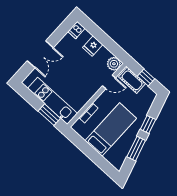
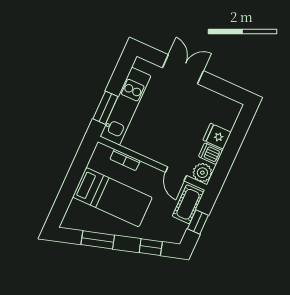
dishwasher: (76, 30) -> (211, 154), moved
double door: (40, 54) -> (183, 69), swing flipped
window: (148, 124) -> (151, 247), moved

